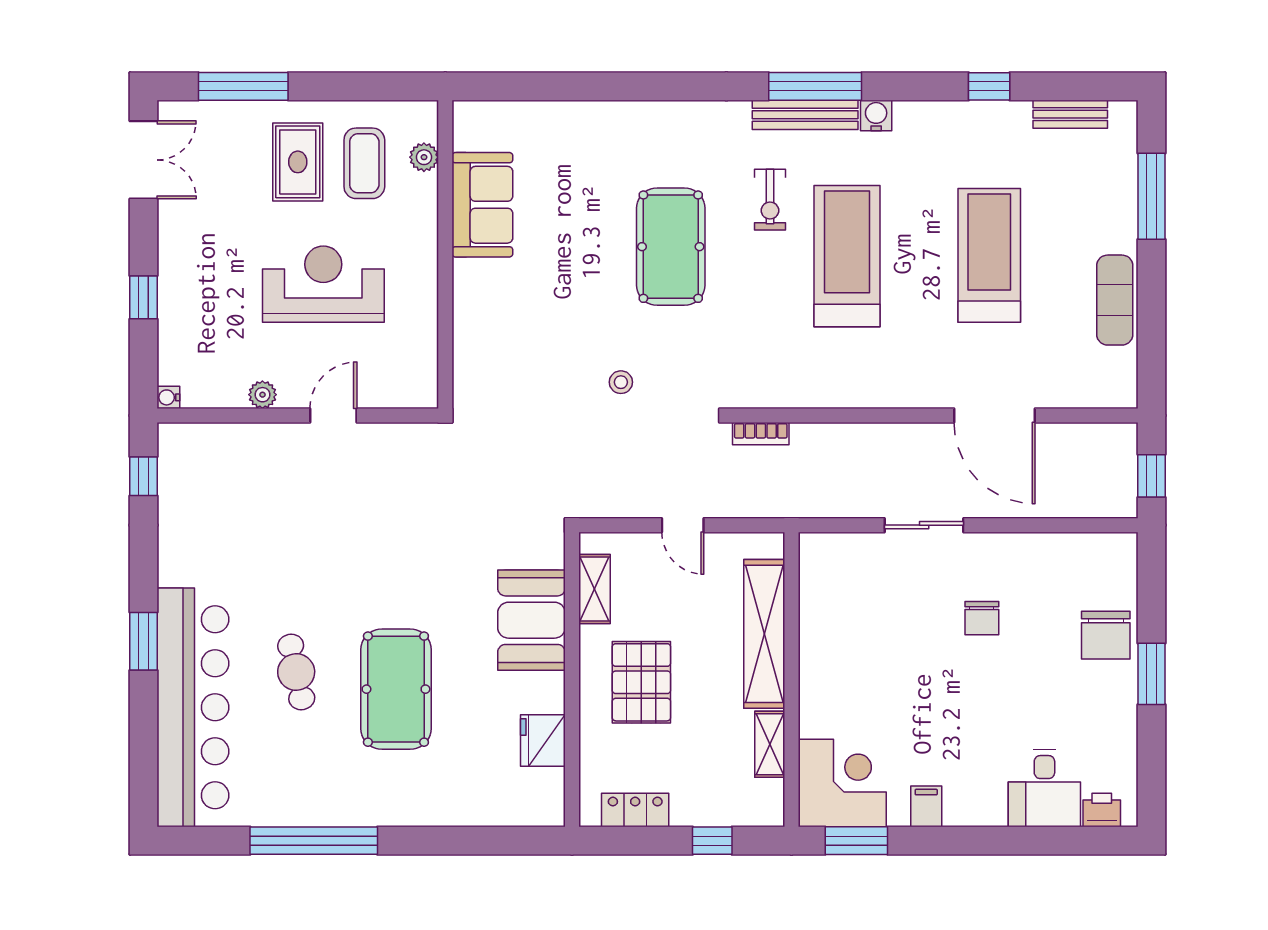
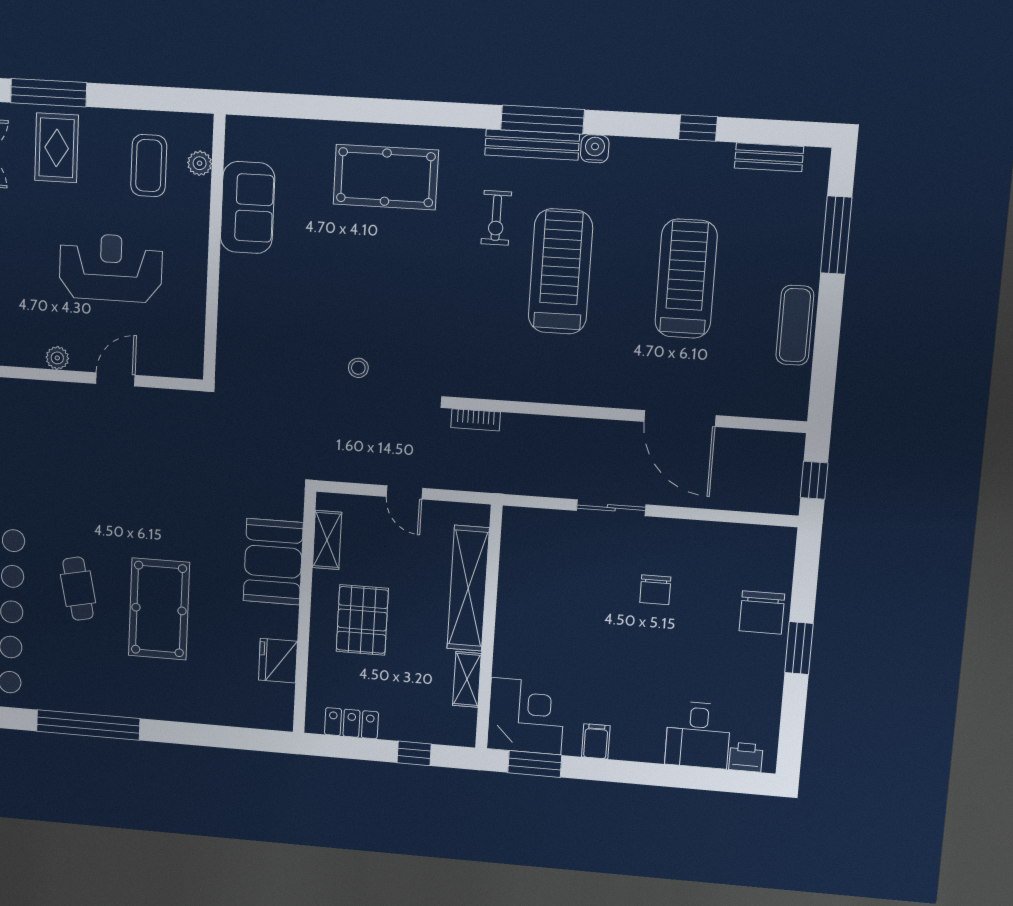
rug: (298, 162) -> (57, 148), moved
pool table: (671, 247) -> (386, 177), moved, turned 90

